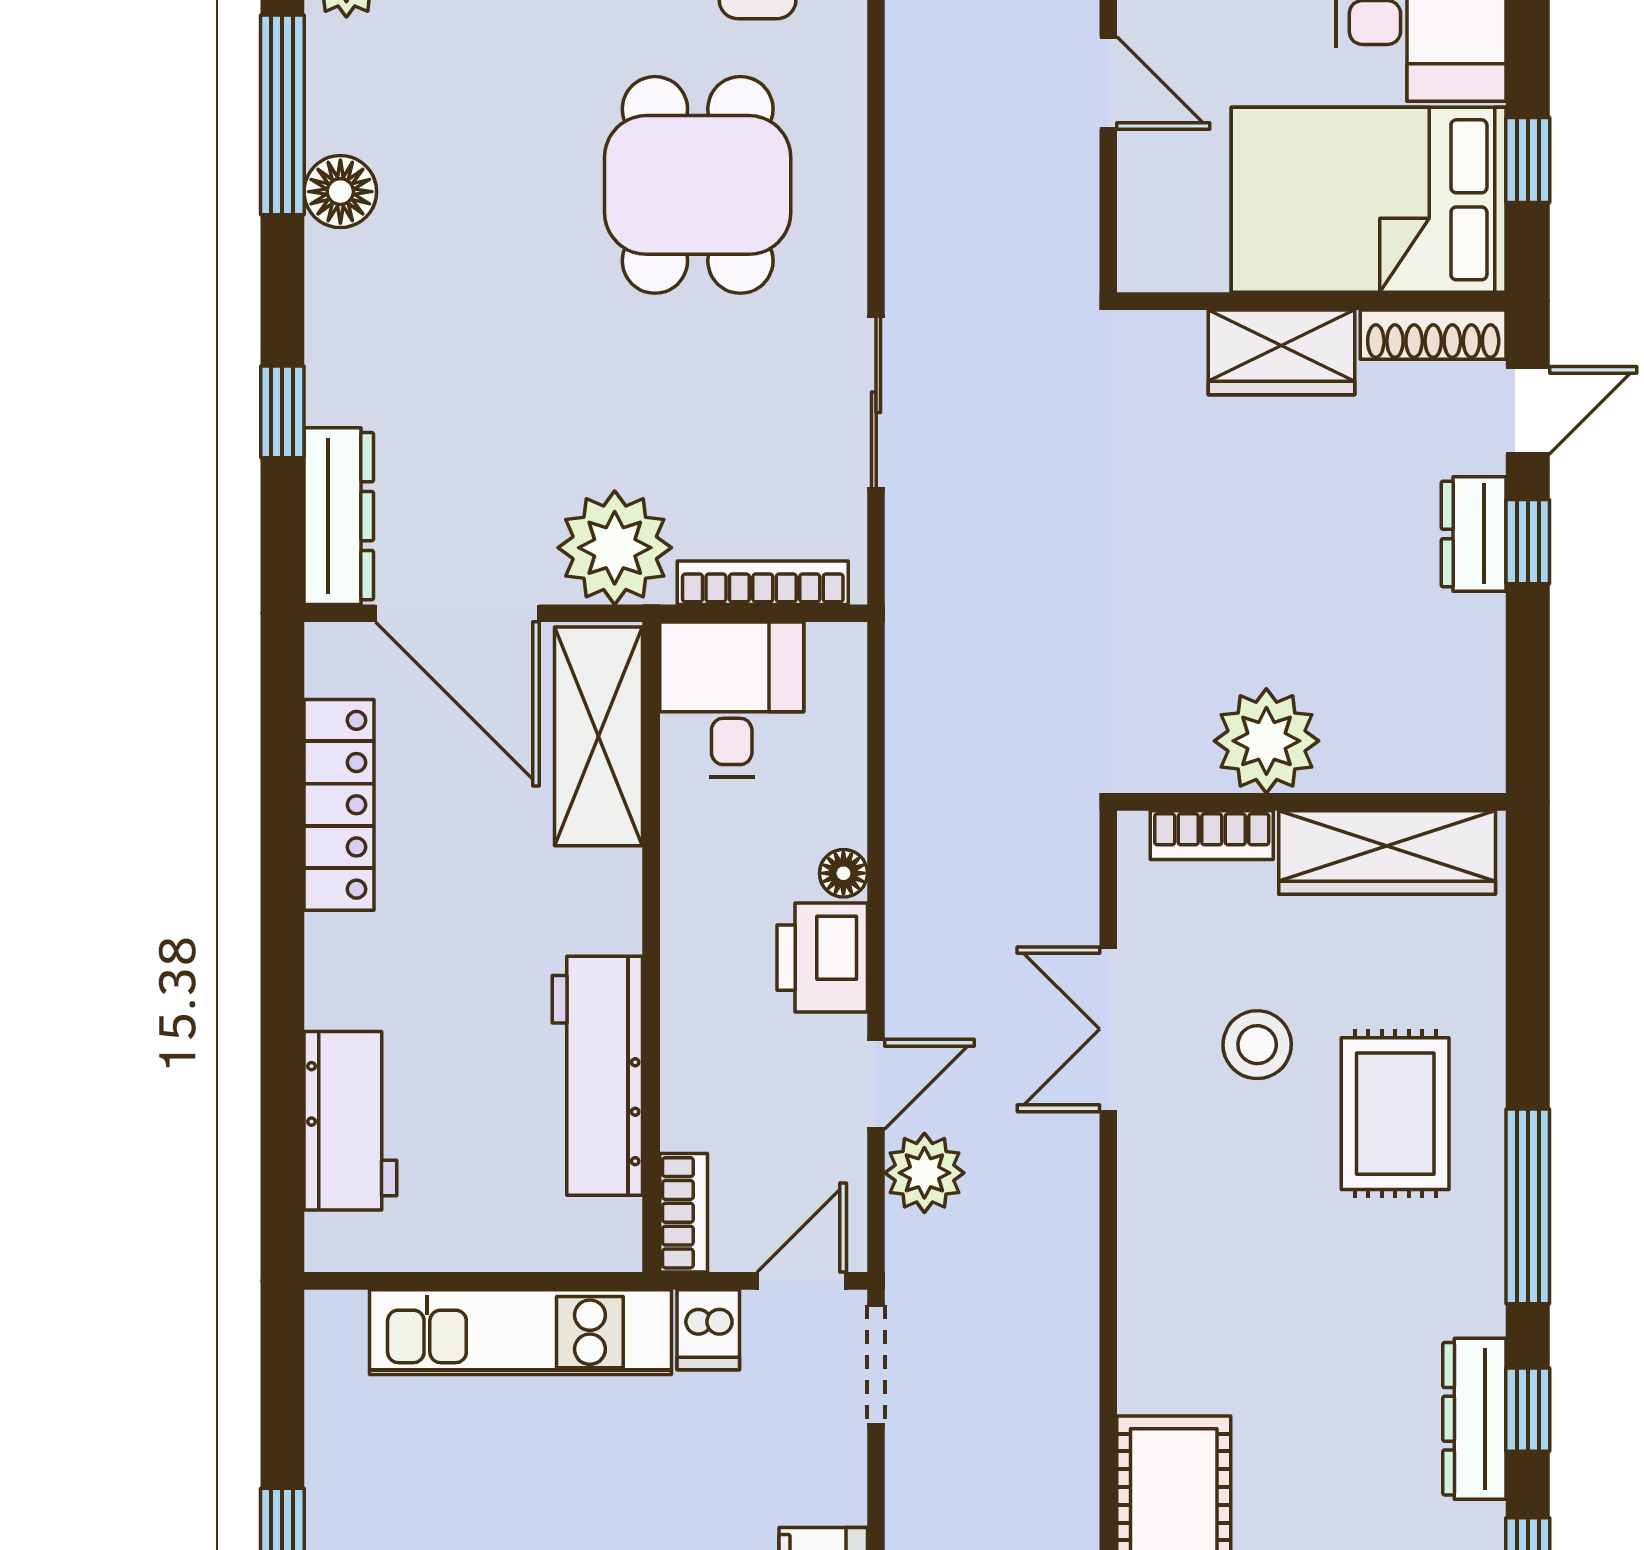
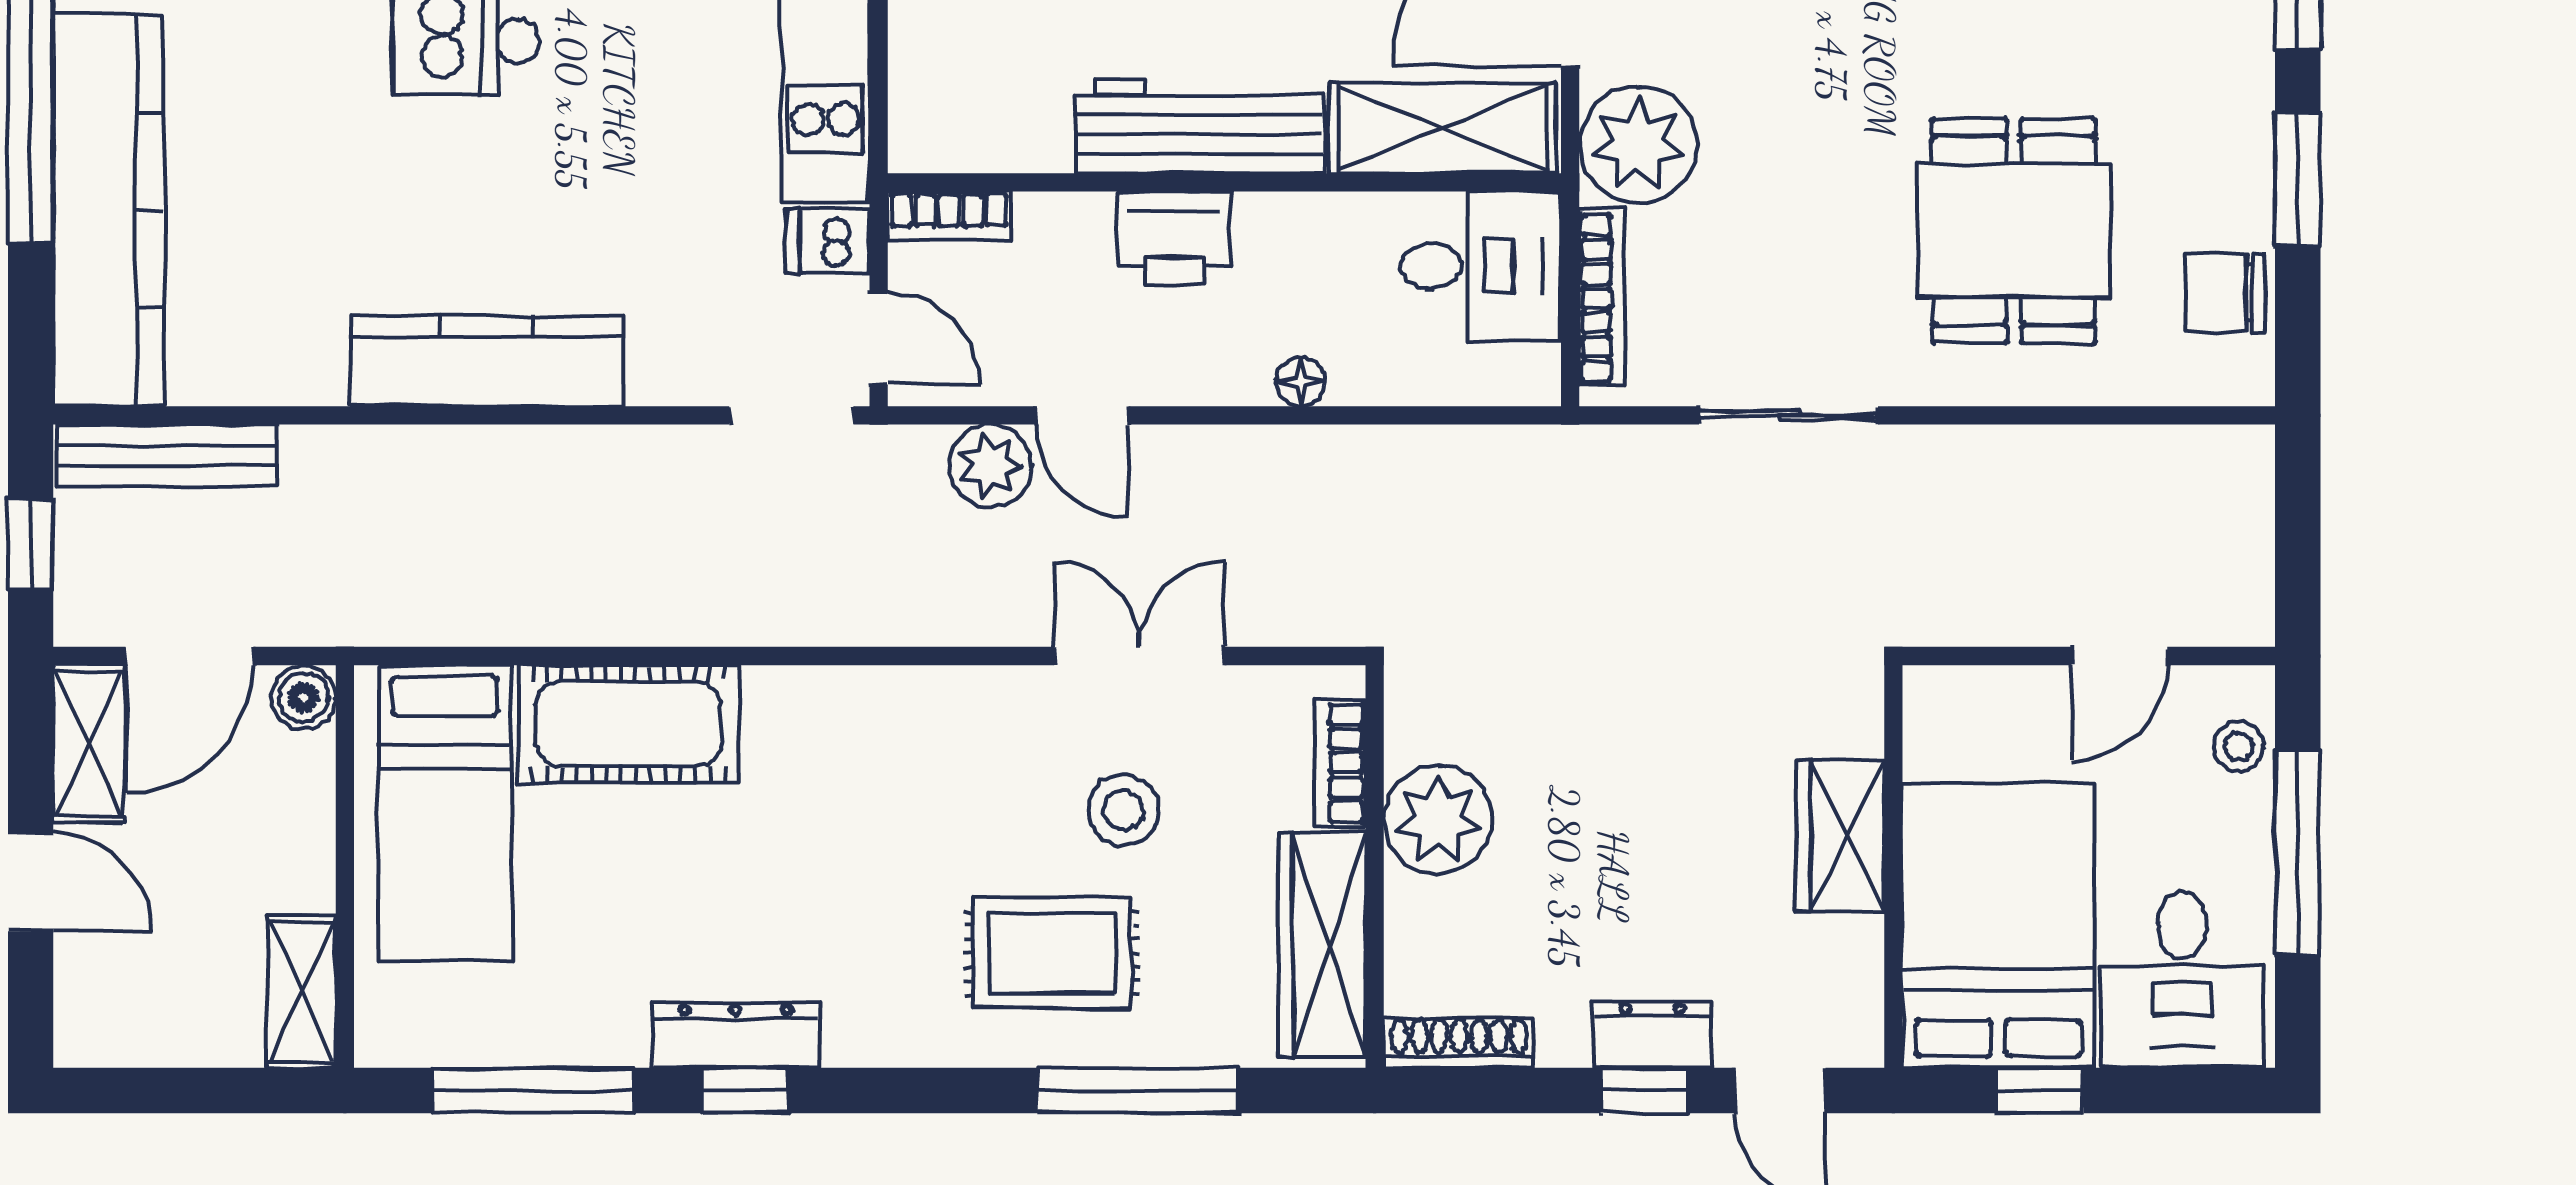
dining table: (698, 185) -> (2014, 231), turned 90
shoe rack: (1433, 335) -> (1459, 1042), moved, turned 90
printer: (822, 958) -> (1174, 238), moved, turned 180
workbench: (597, 1076) -> (1199, 127), moved
window: (1528, 1206) -> (1138, 1091), moved

